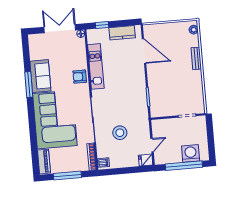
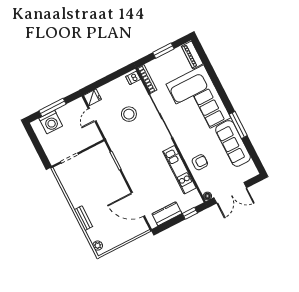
sofa: (40, 76) -> (233, 143), width x1.36
armchair: (80, 77) -> (200, 162), moved
window: (184, 166) -> (52, 107), width x0.68
window: (67, 176) -> (163, 51), width x0.69

